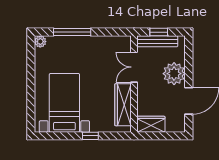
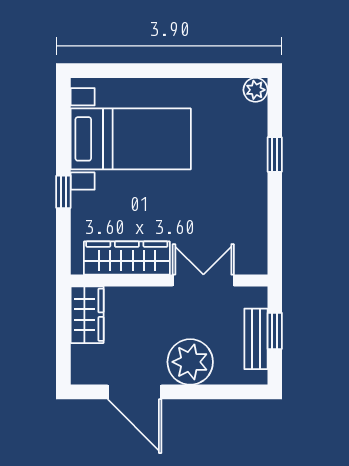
window: (72, 32) -> (275, 155), width x0.46
bench: (157, 41) -> (256, 339), width x0.73

